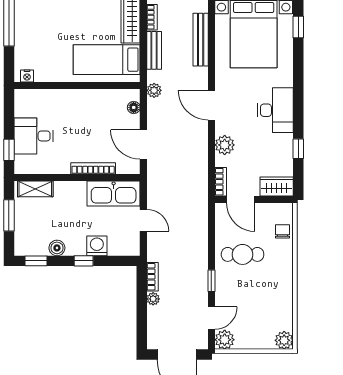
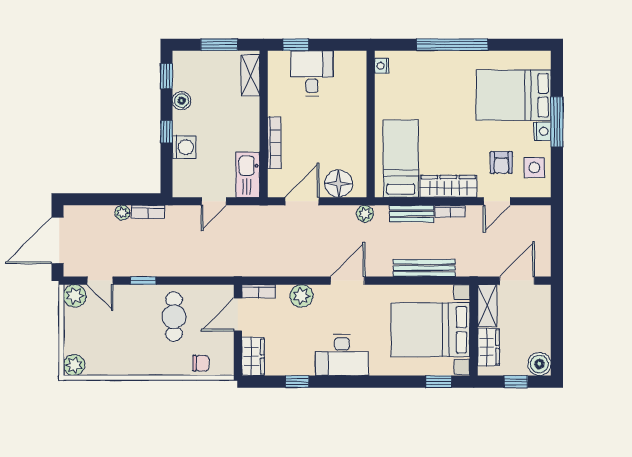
floor lamp: (134, 107) -> (339, 184), width x1.89, depth x1.89
kitchen sink: (114, 194) -> (248, 175), width x0.73, depth x0.81

